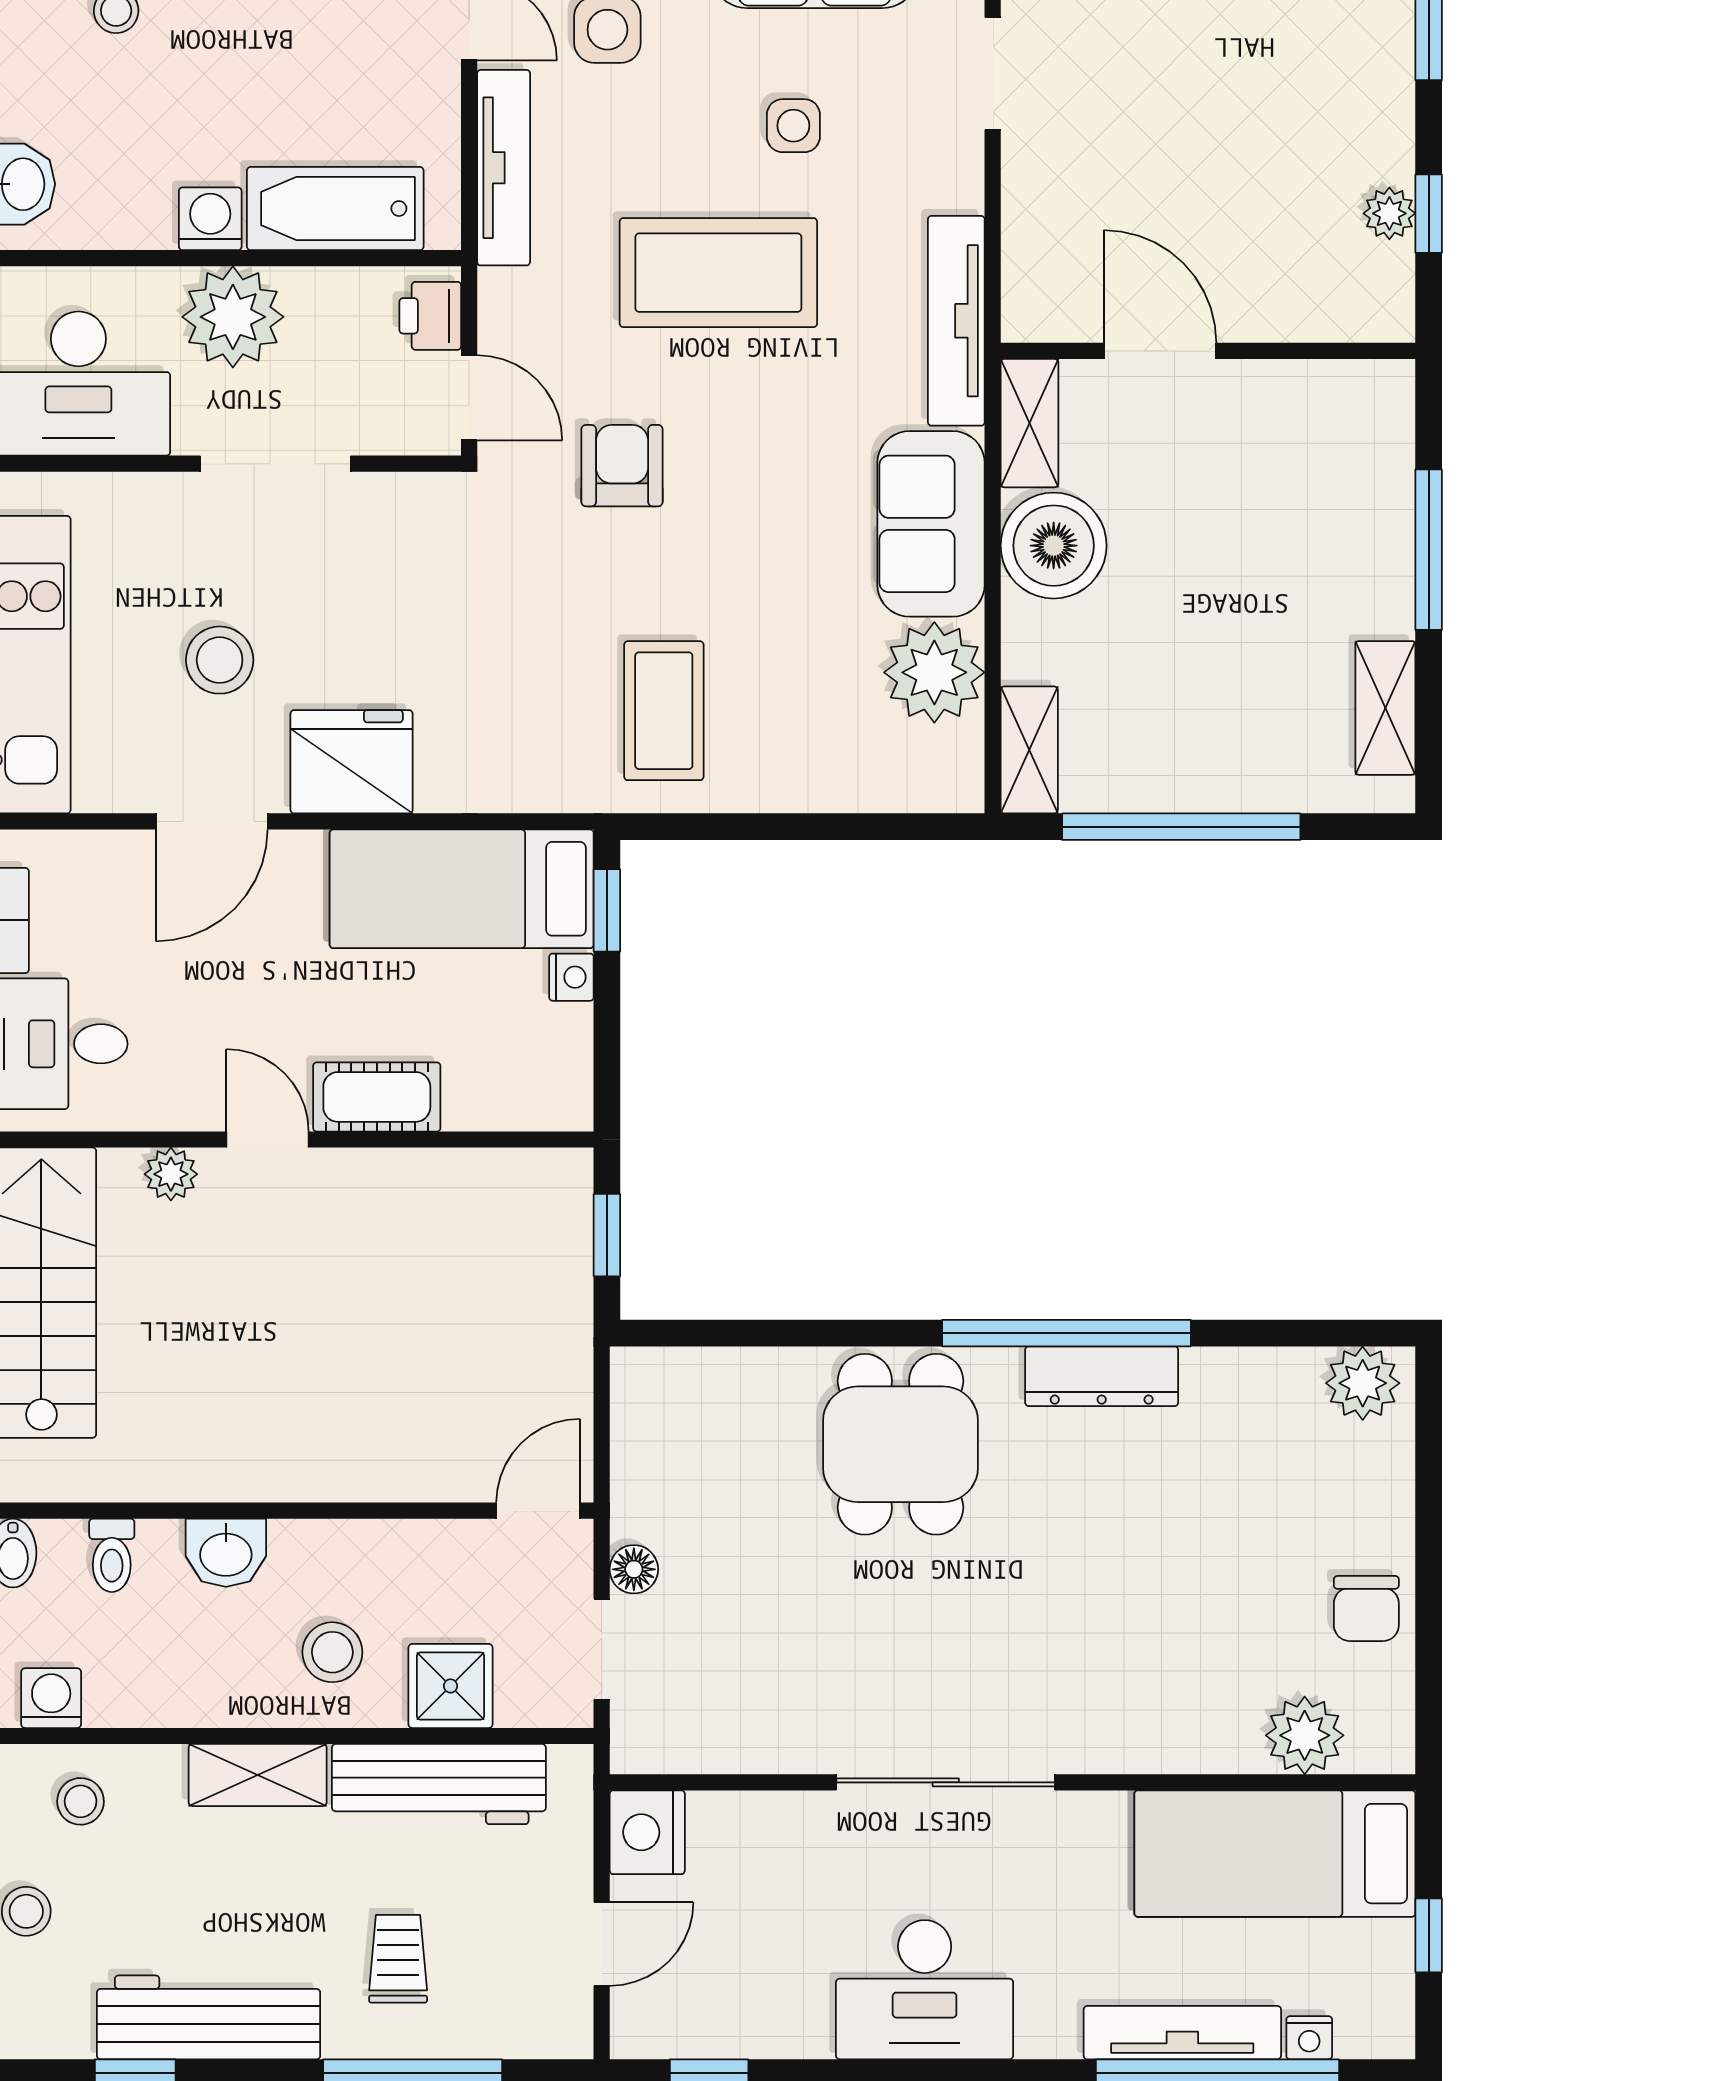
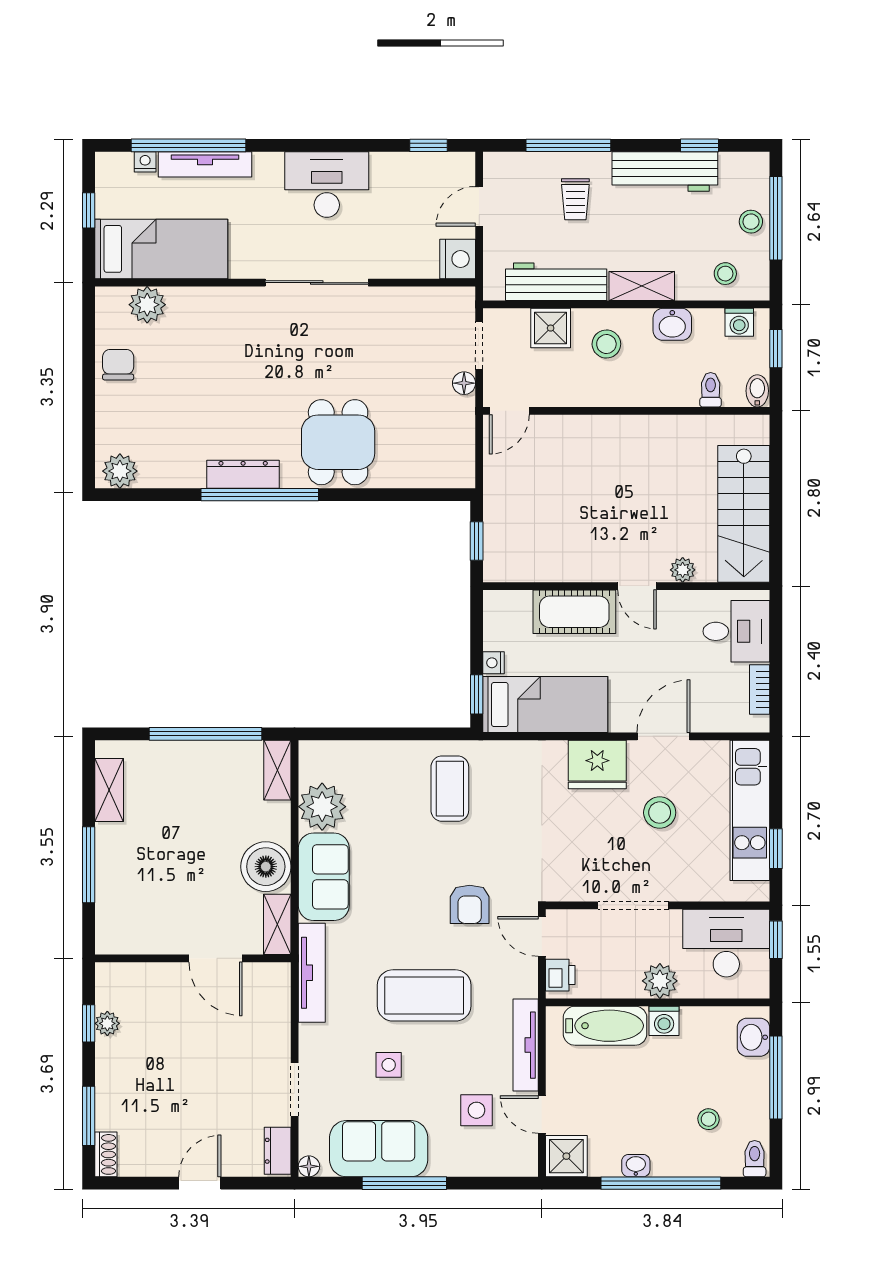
plant: (233, 317) -> (660, 981), width x0.73, depth x0.73
cot: (377, 1097) -> (574, 612), width x1.37, depth x1.34
washbasin: (226, 1553) -> (672, 324), moved, turned 180

